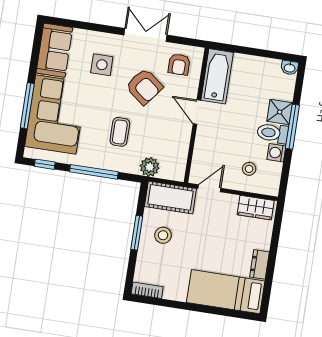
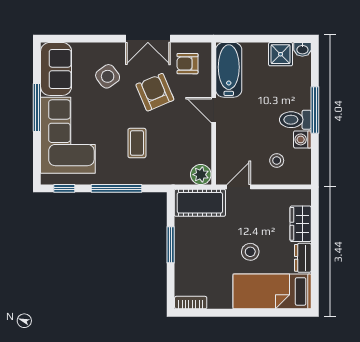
double door: (145, 35) -> (148, 39), swing flipped
armchair: (179, 64) -> (187, 64), turned 90
side table: (102, 65) -> (108, 76), turned -36
armchair: (144, 87) -> (155, 92), turned -151
window: (27, 106) -> (37, 108), moved
shower: (280, 112) -> (281, 54), moved
plant: (150, 167) -> (201, 175), moved
wardrobe: (256, 208) -> (301, 224), moved, turned 90
stool: (163, 235) -> (250, 252), moved

